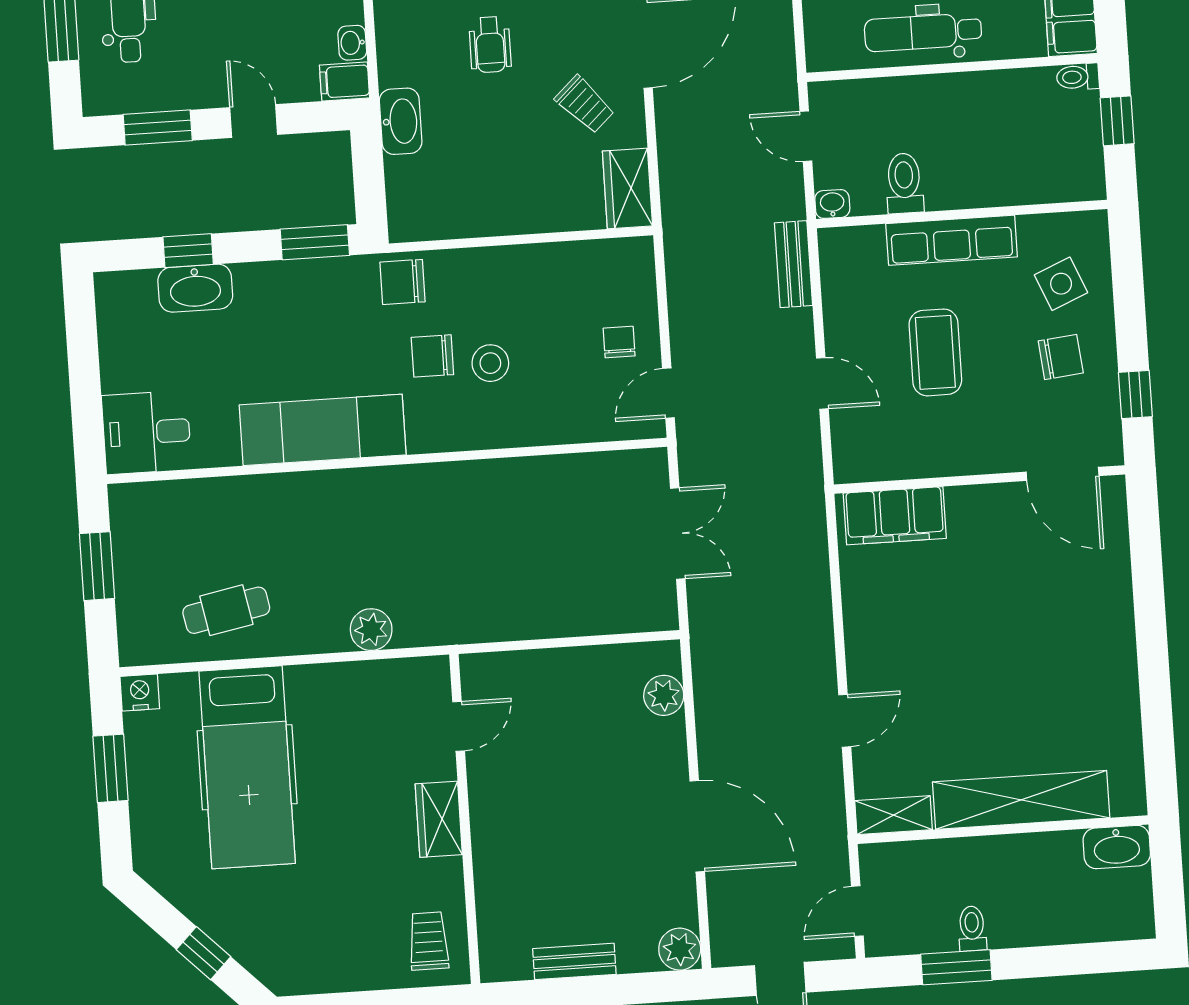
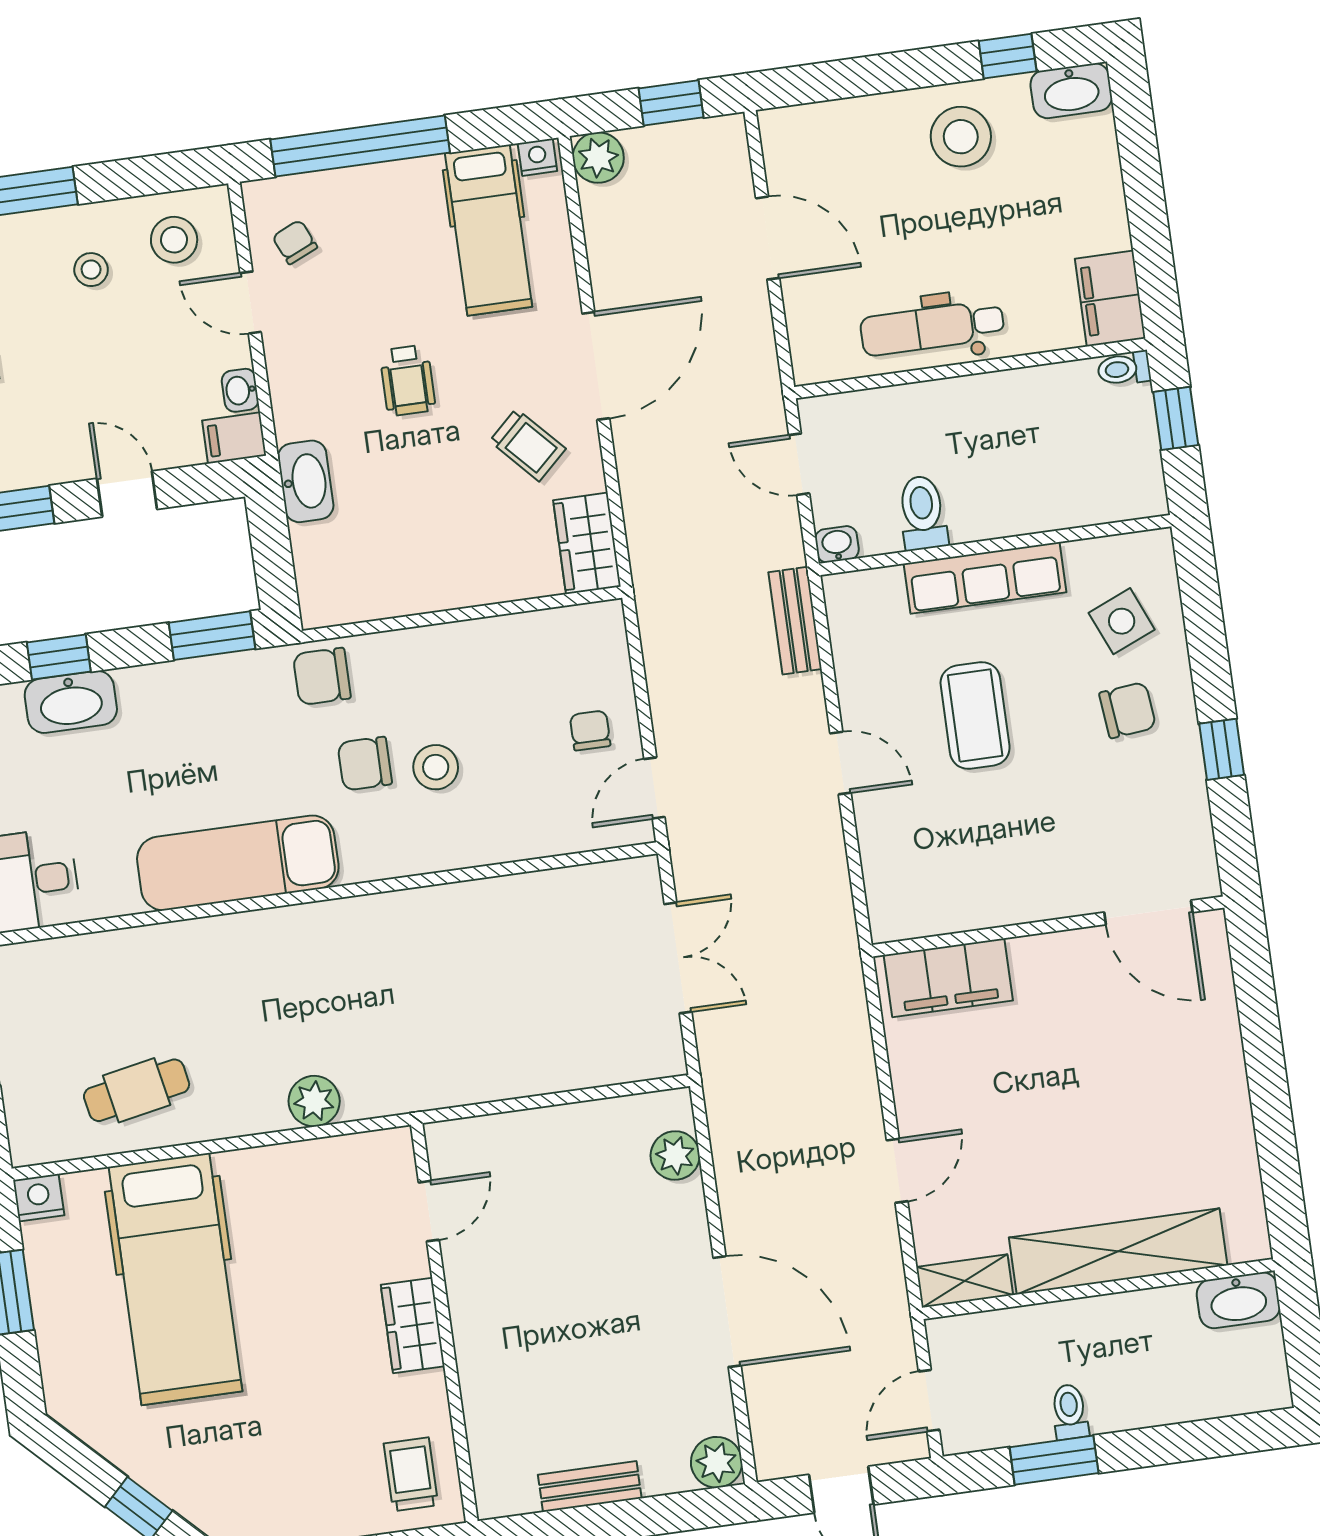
door: (1063, 474) -> (1148, 912), moved
wall: (979, 479) -> (1048, 926), moved
filing cabinet: (895, 516) -> (948, 978), moved

